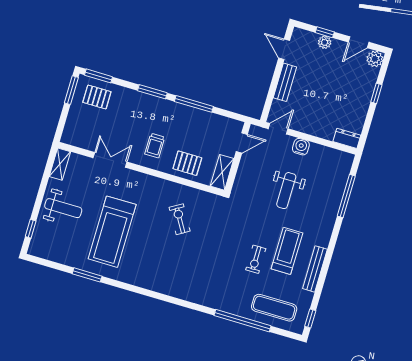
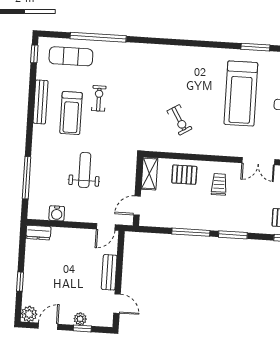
water cooler: (301, 147) -> (57, 213), moved
treadmill: (112, 232) -> (241, 94), turned 180

